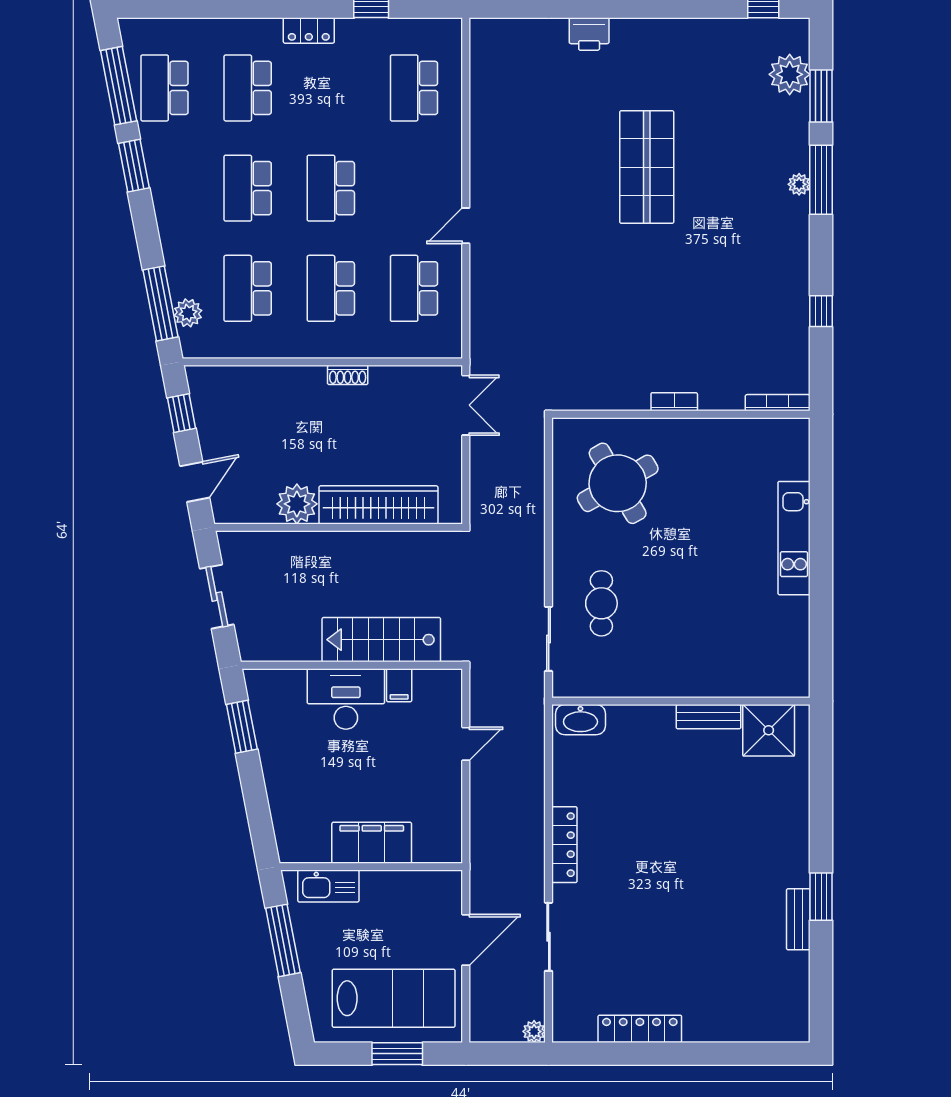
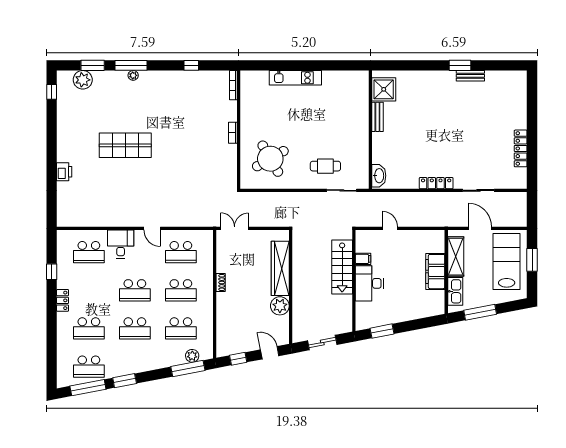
desk: (432, 157) -> (121, 244), added
shelving: (404, 887) -> (456, 257), added
plant: (534, 1031) -> (522, 197), removed

